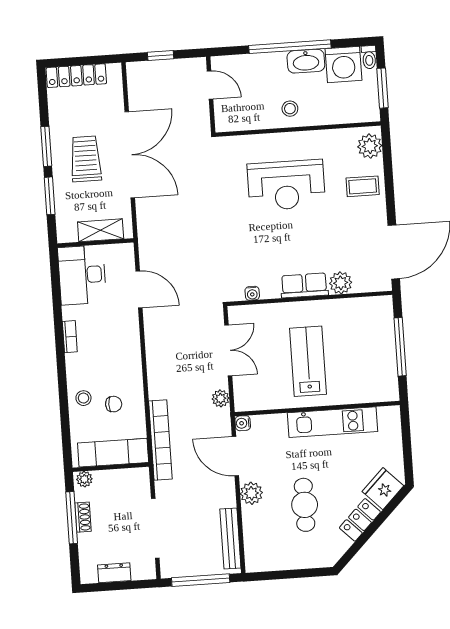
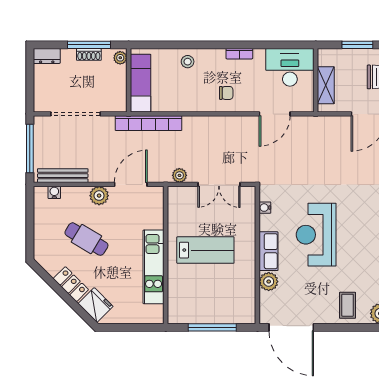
reception desk: (286, 185) -> (316, 235), moved
chair: (114, 404) -> (226, 93), moved, turned -90
water cooler: (243, 423) -> (54, 192), moved
cafe table: (305, 505) -> (86, 239), turned 31
dresser: (114, 573) -> (47, 56), moved, turned 90

